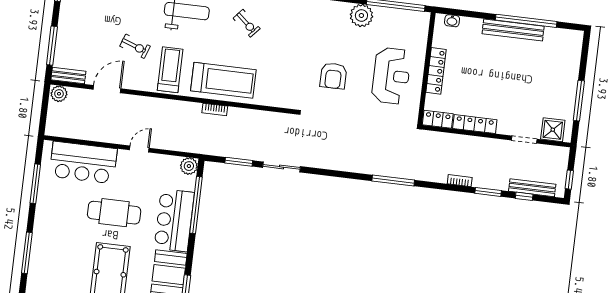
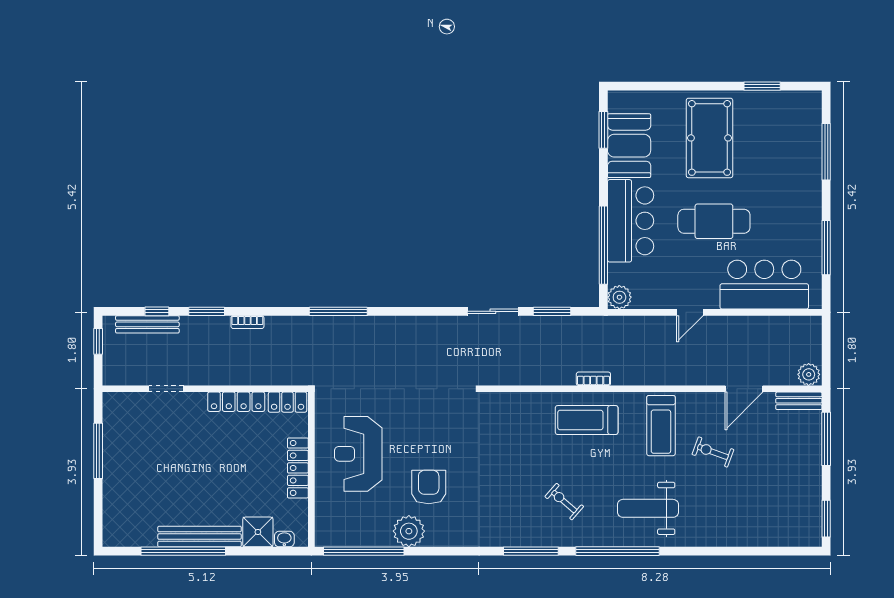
armchair: (333, 76) -> (429, 487), moved
treadmill: (223, 80) -> (587, 420), width x0.73, depth x0.73
shower: (553, 130) -> (258, 532), moved

